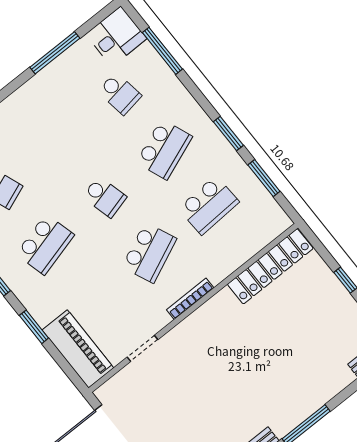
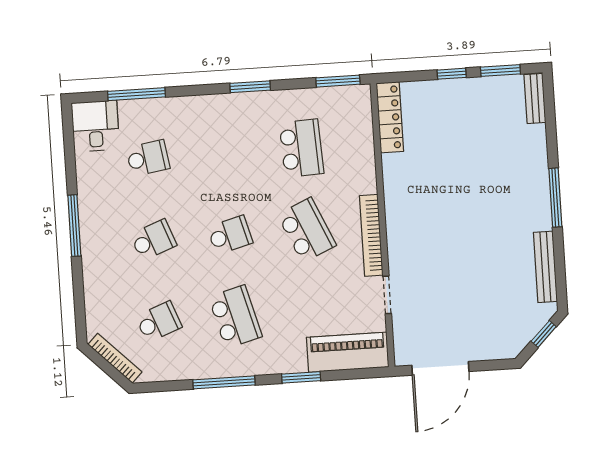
window: (55, 53) -> (74, 226), moved
school desk: (164, 149) -> (153, 240), moved, width x0.54
window: (264, 178) -> (338, 81), moved
locker: (270, 266) -> (390, 117), width x0.71, depth x0.83
bookcase: (190, 299) -> (371, 235), width x1.48, depth x1.31

